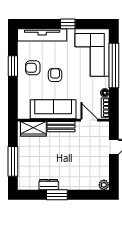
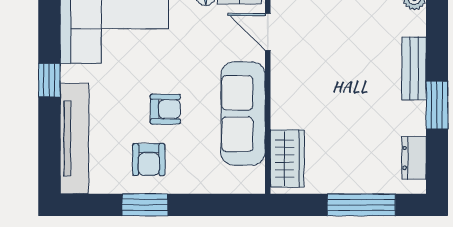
armchair: (55, 75) -> (165, 109), turned 180
door: (89, 120) -> (268, 32), hinge flipped
bench: (61, 127) -> (414, 68), moved
dresser: (49, 185) -> (414, 158), moved

